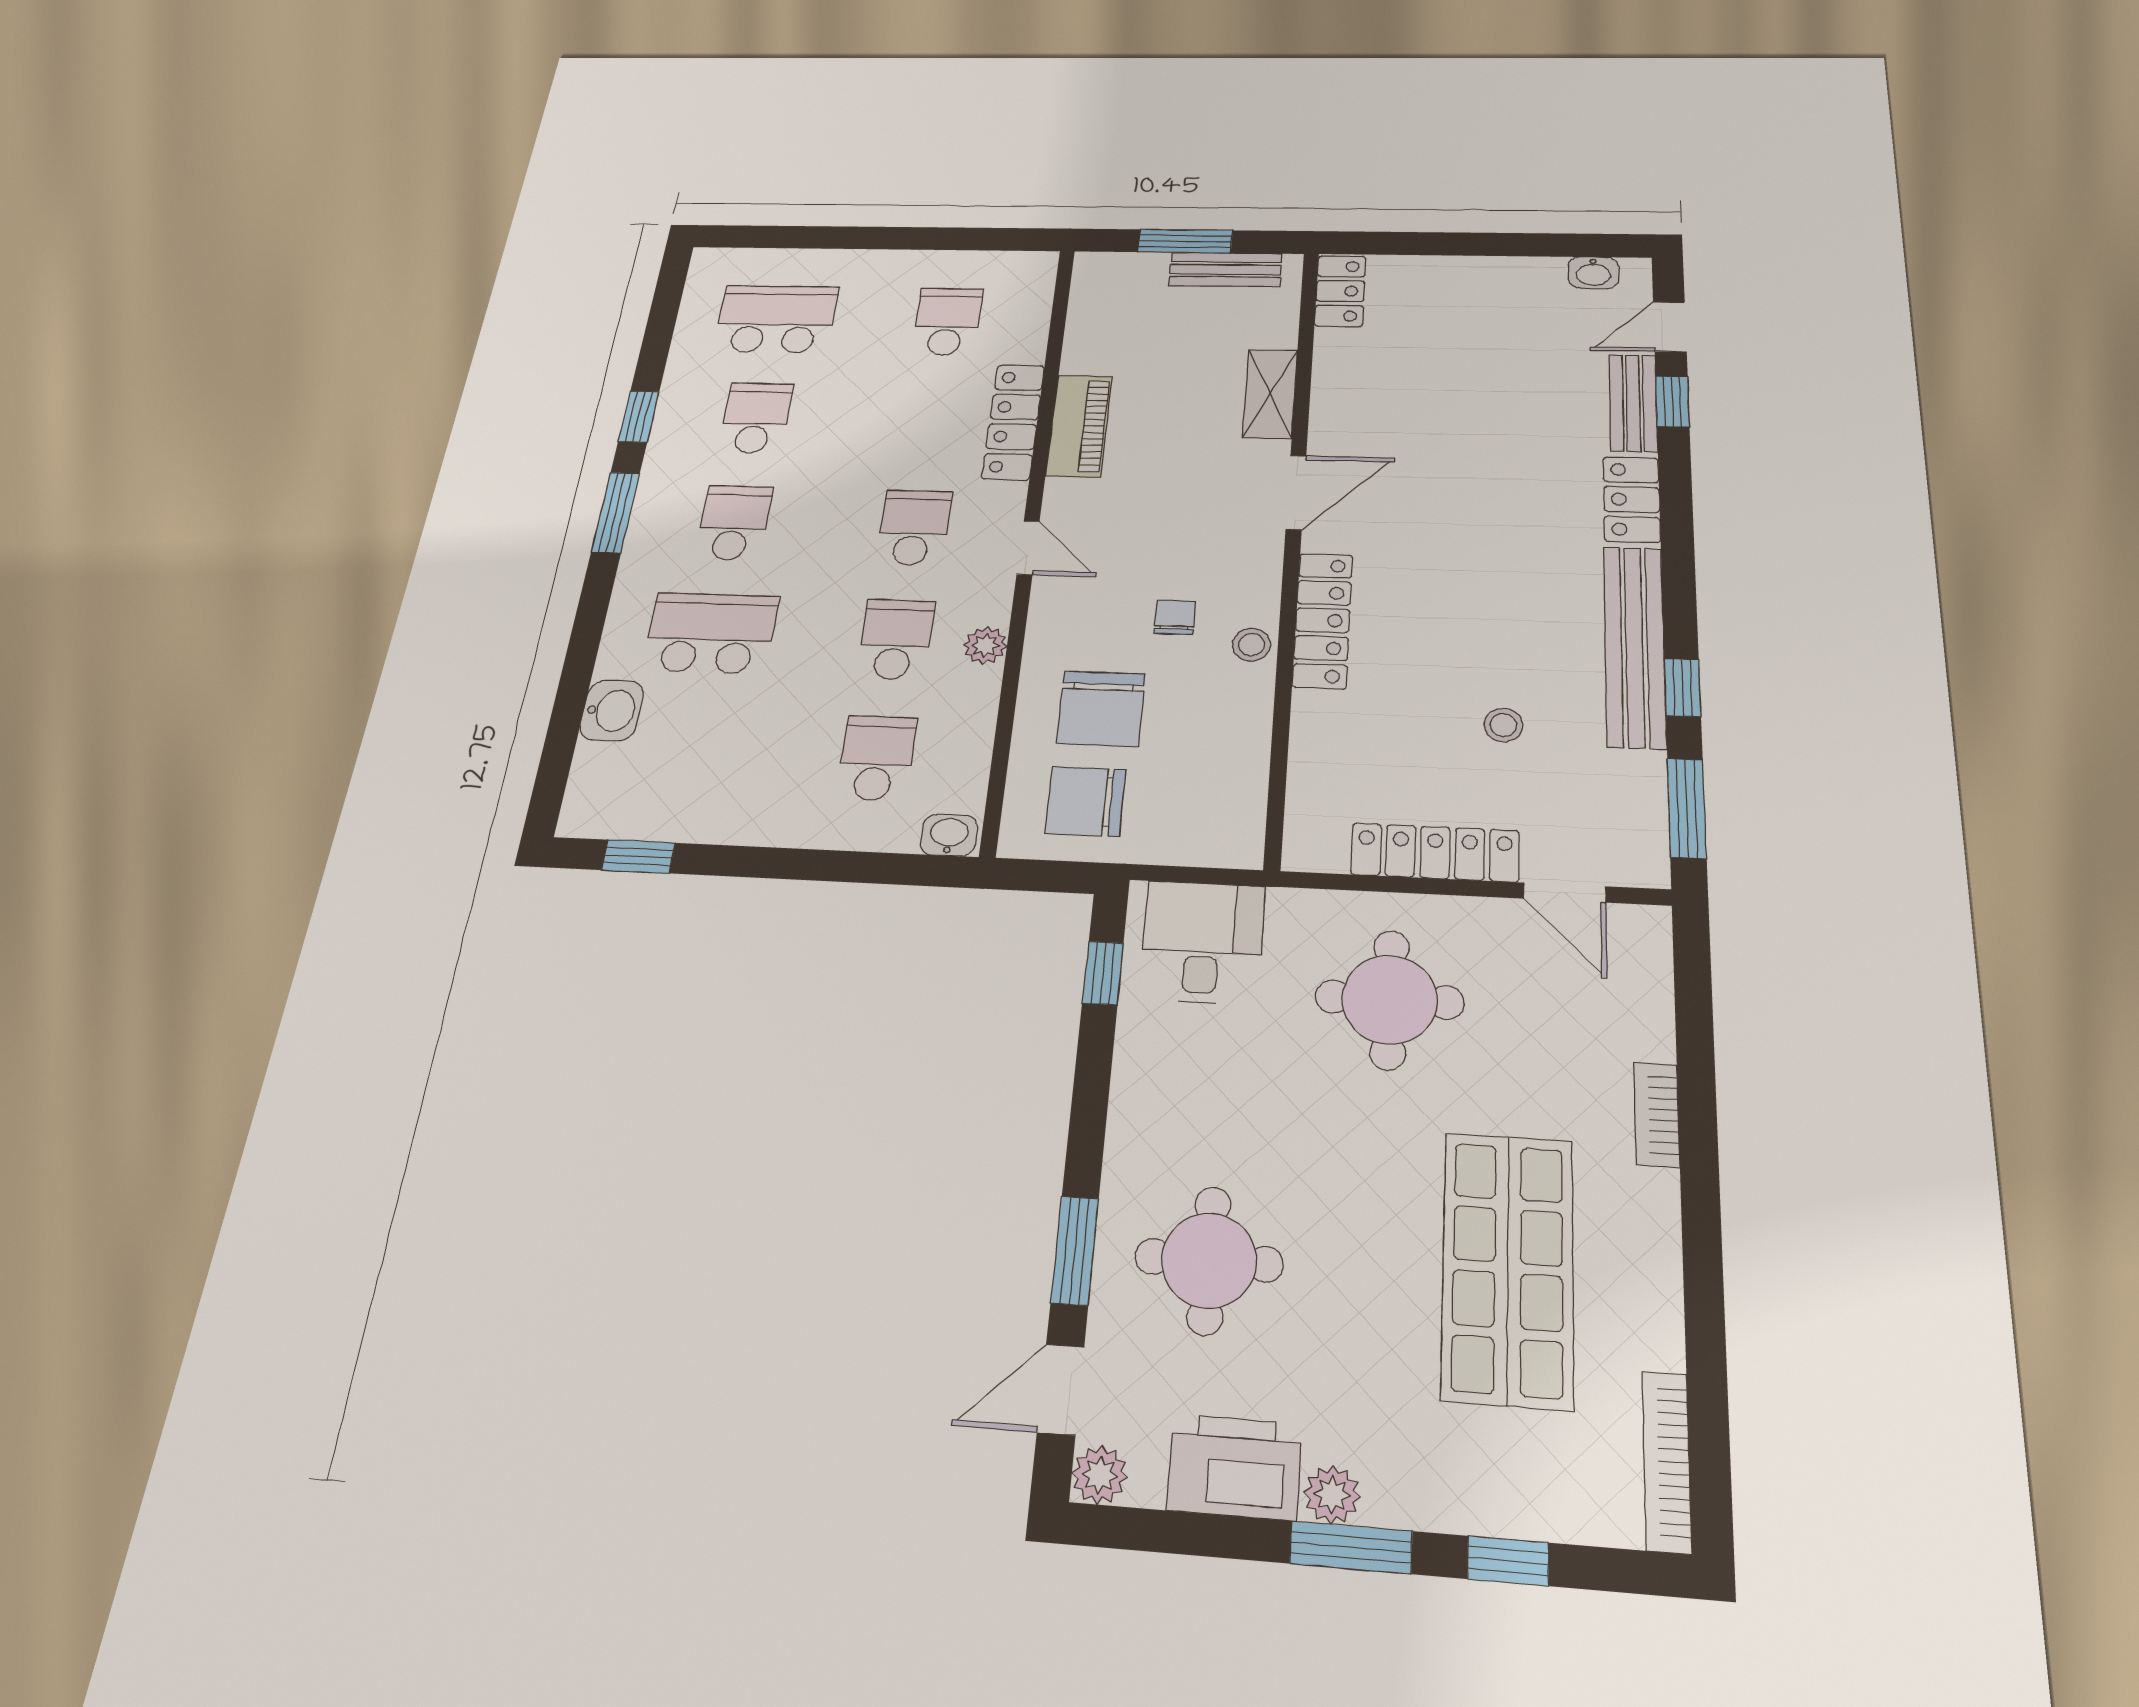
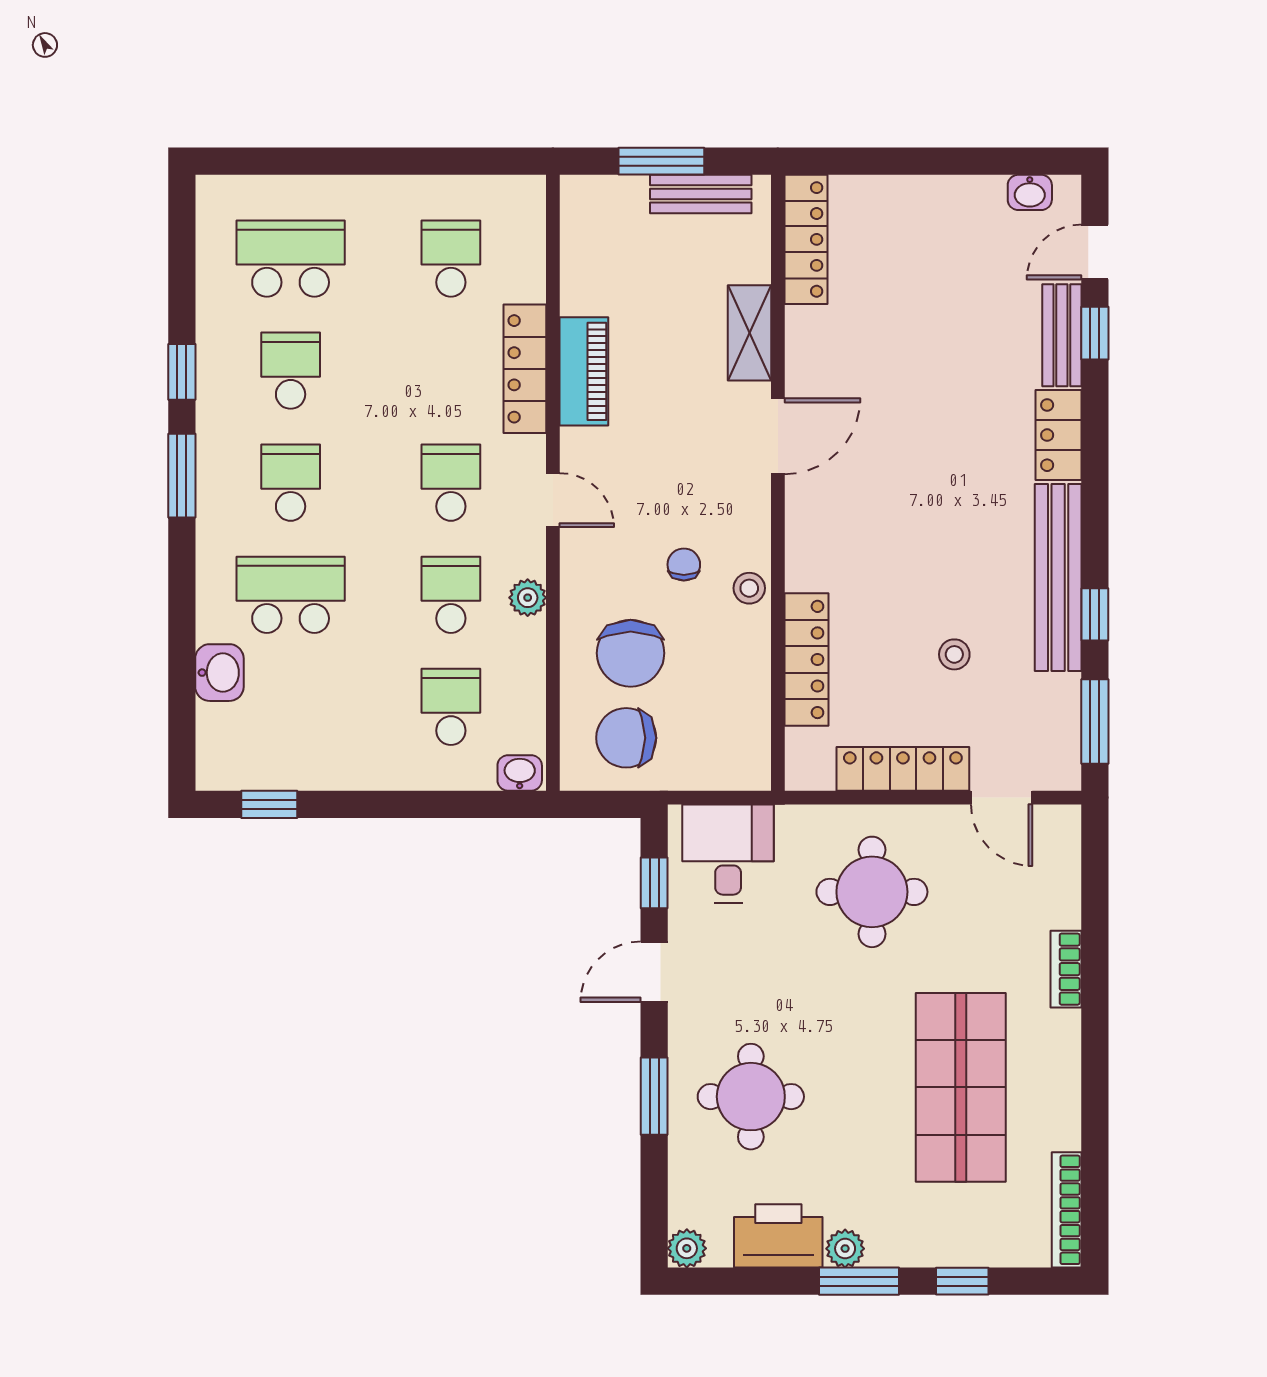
locker: (1340, 291) -> (806, 239), width x1.53
locker: (1323, 620) -> (806, 659), moved
door: (1061, 1390) -> (654, 972), moved

